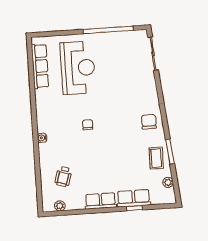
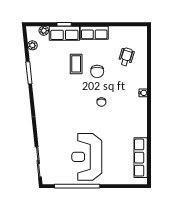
reception desk: (78, 68) -> (87, 157), moved
chair: (149, 122) -> (97, 71), moved
coffee table: (156, 158) -> (76, 64), moved
plant: (60, 206) -> (44, 31), moved

